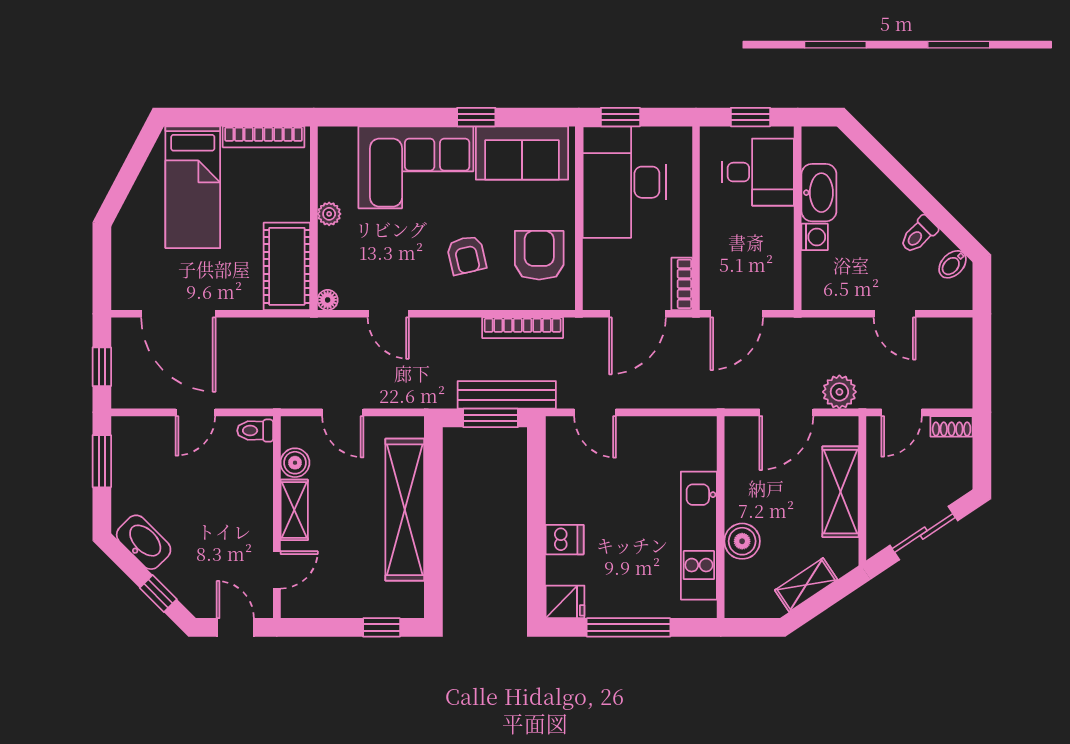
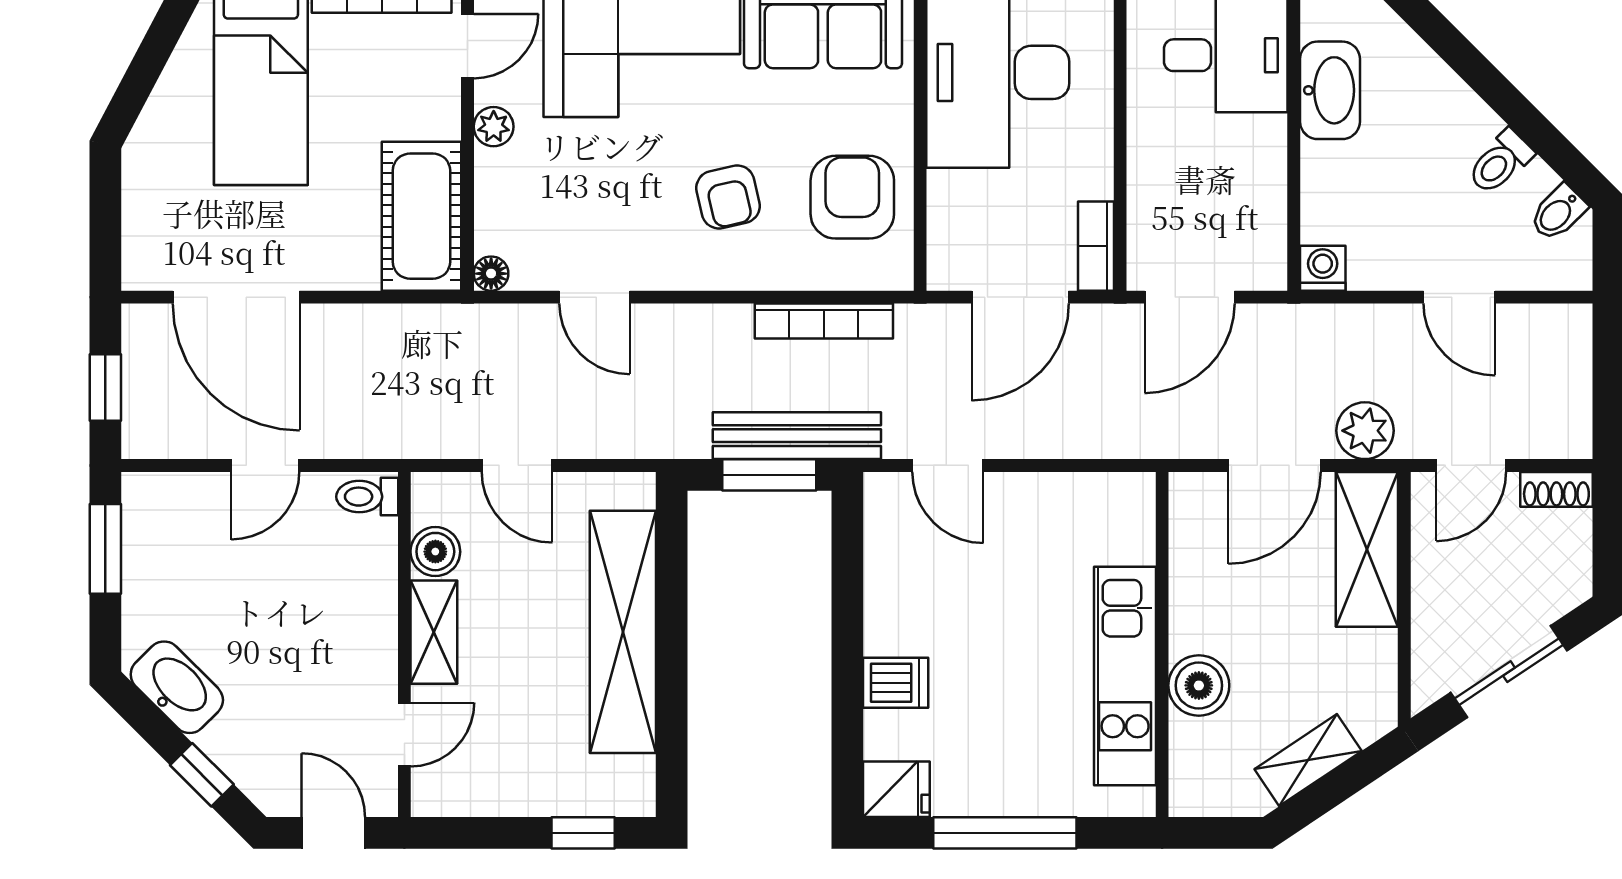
door: (314, 167) -> (467, 46), added
washing machine: (815, 237) -> (1323, 268), moved, turned -90
shelving: (841, 492) -> (1367, 549), moved

